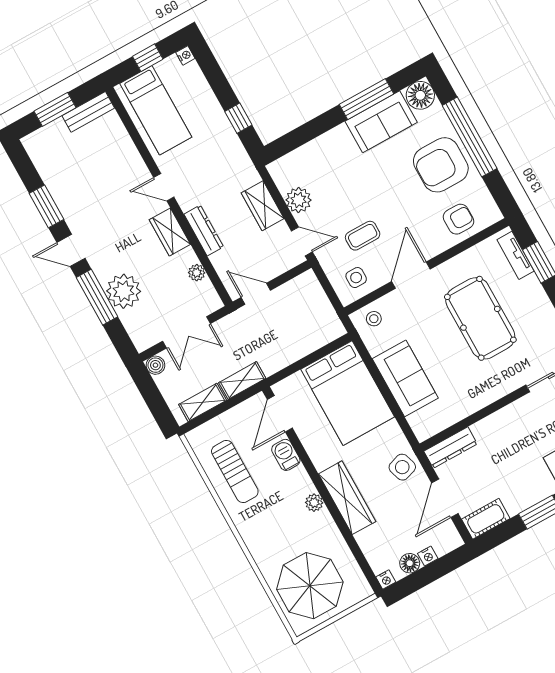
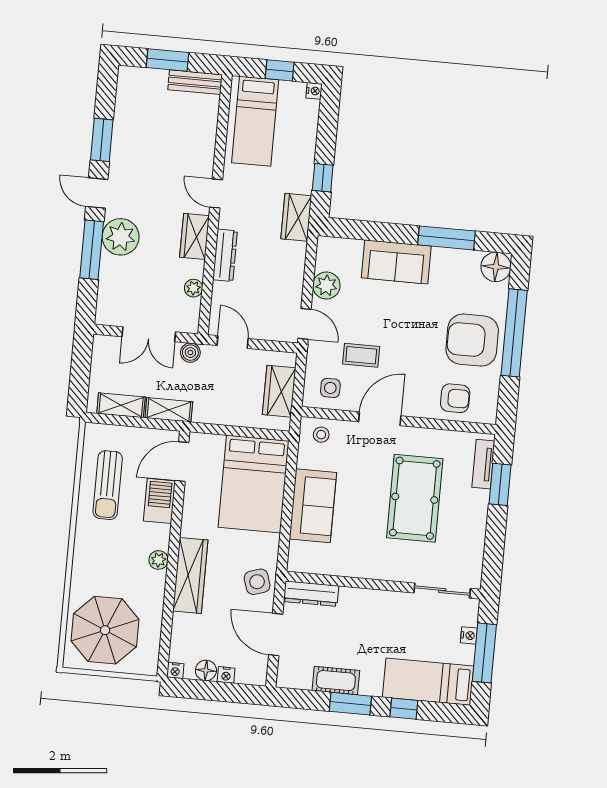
sofa: (381, 122) -> (396, 262), moved
wardrobe: (263, 206) -> (296, 217), moved
plant: (124, 291) -> (121, 237), moved
wardrobe: (318, 307) -> (279, 391), added
boiler: (155, 365) -> (190, 353), moved
barbecue: (286, 455) -> (159, 501), width x1.38, depth x1.27
door: (445, 498) -> (276, 635), hinge flipped
cot: (486, 519) -> (336, 681), moved

